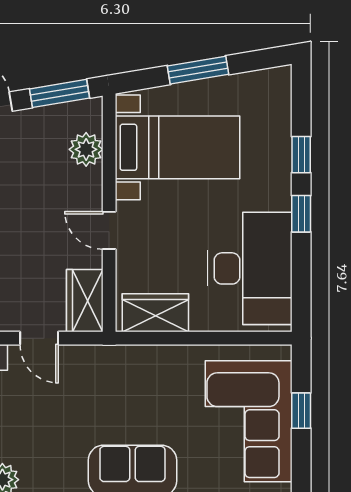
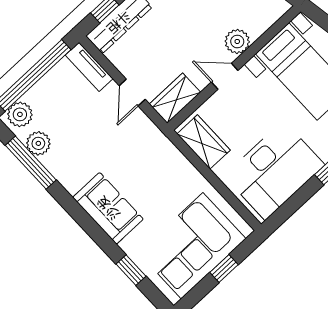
plant: (86, 149) -> (237, 41), moved
door: (109, 230) -> (225, 76), hinge flipped

